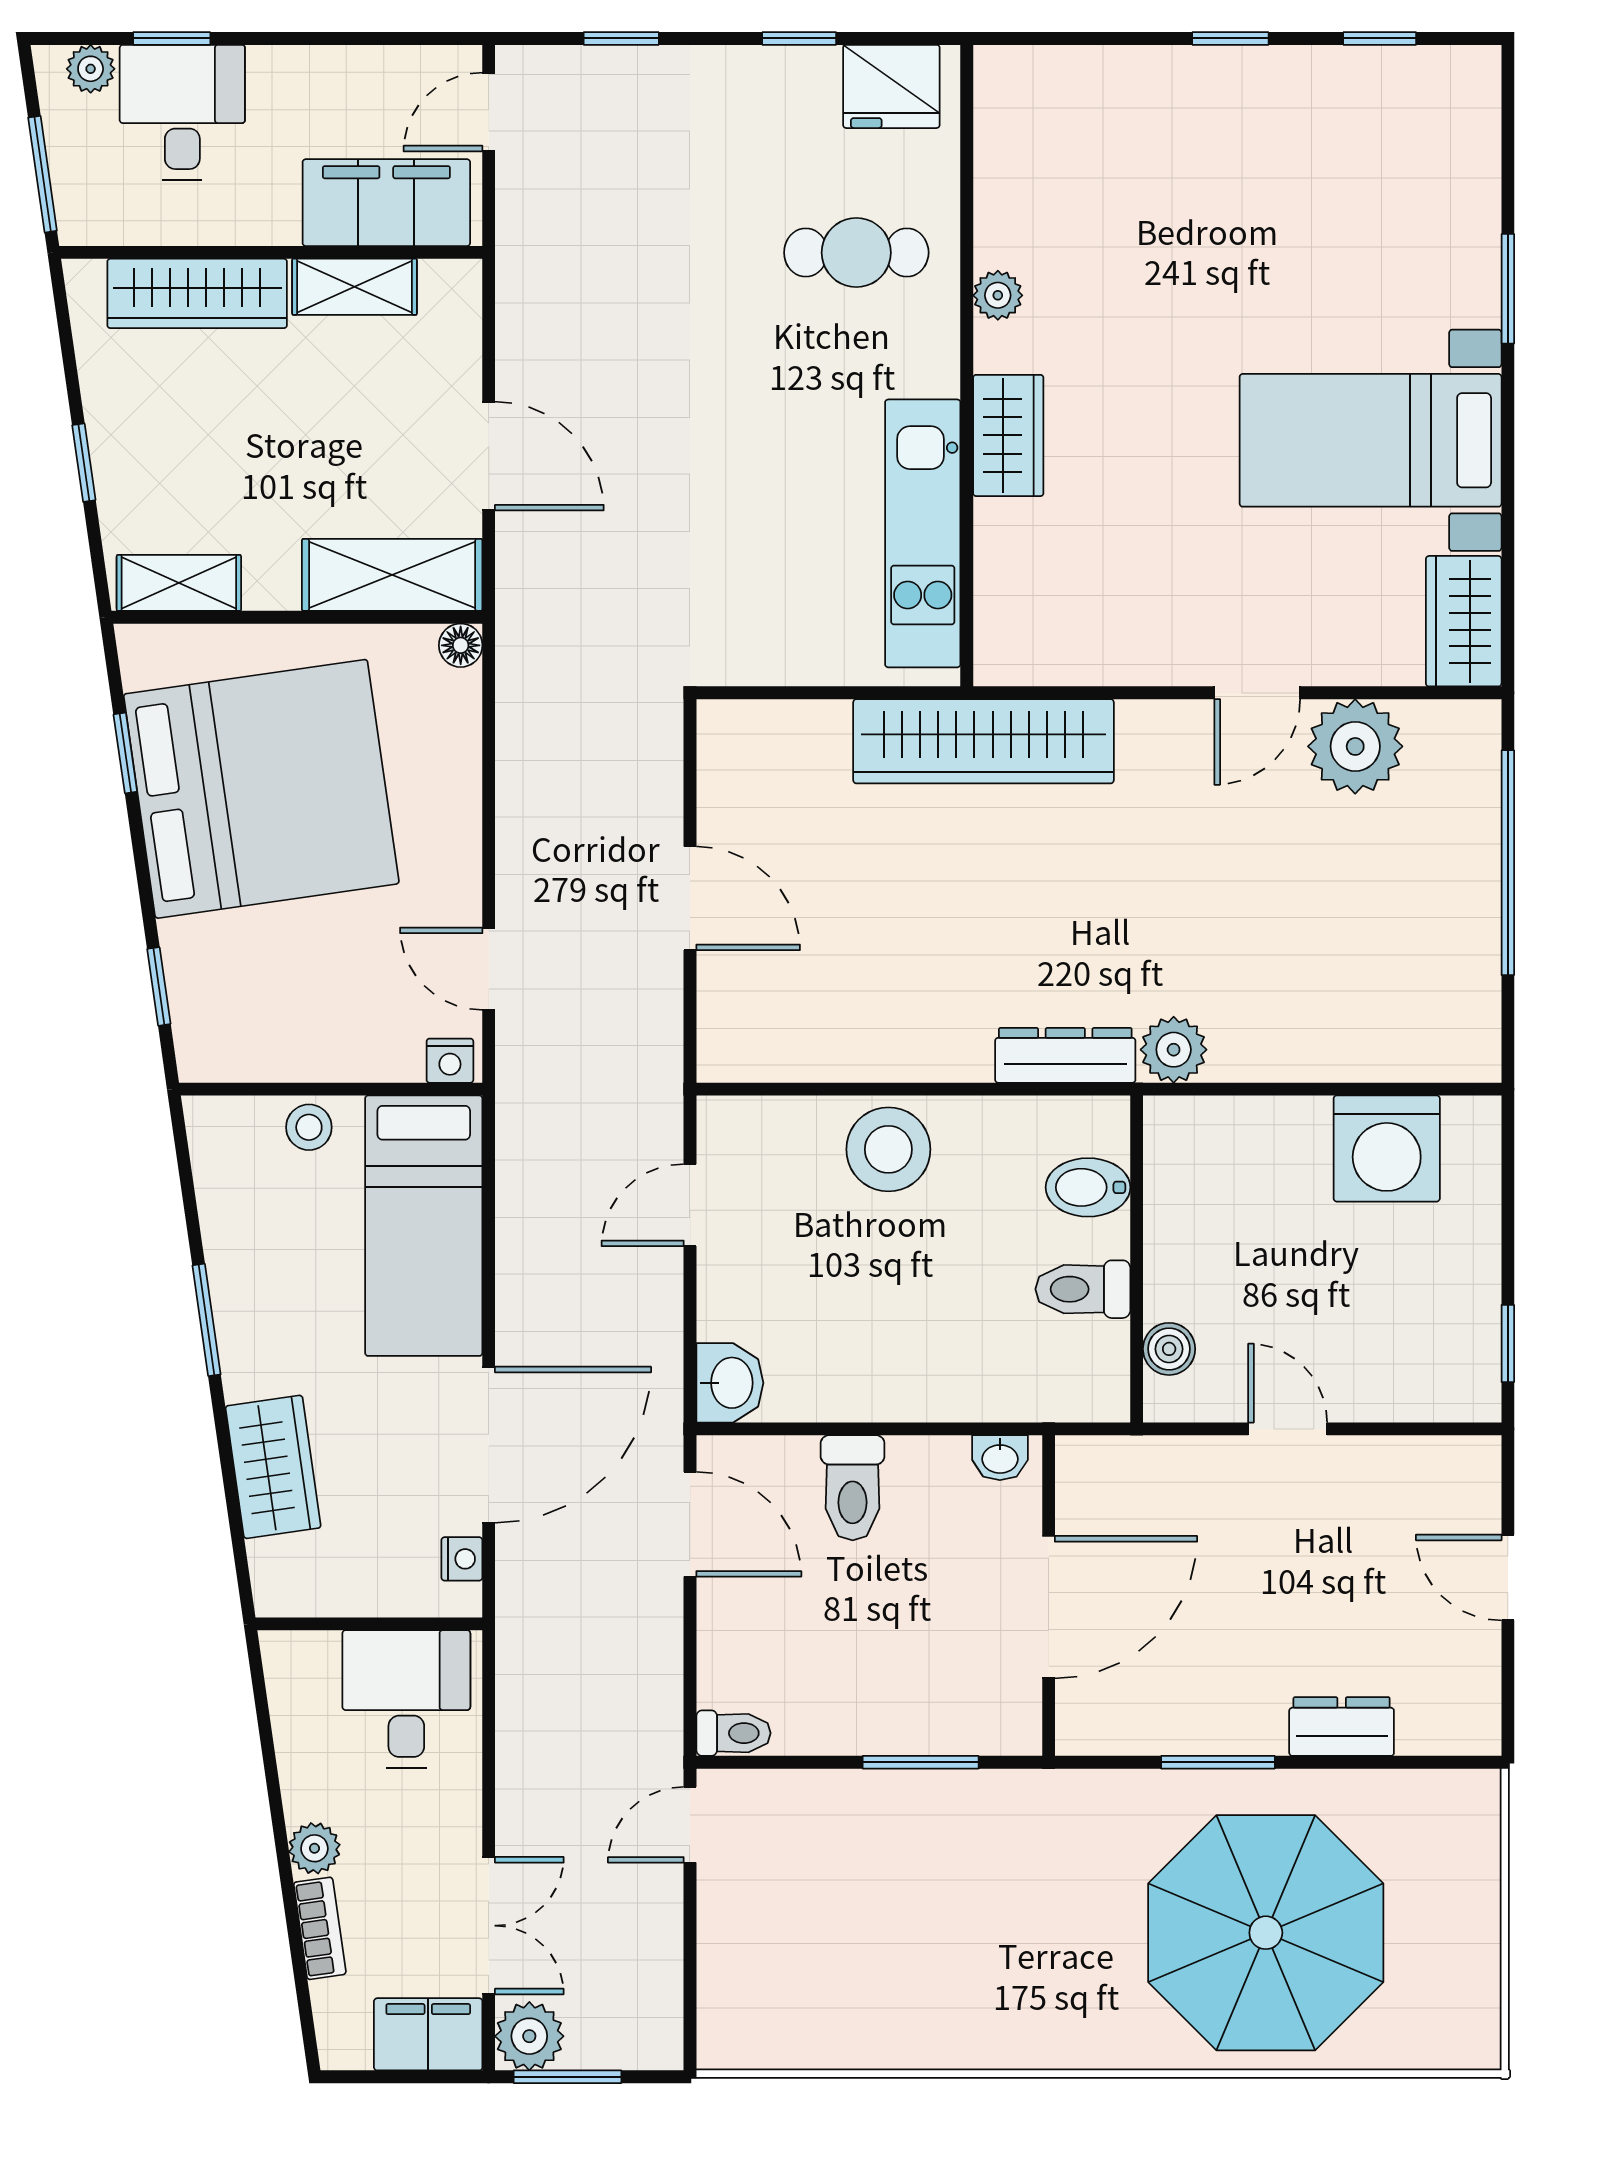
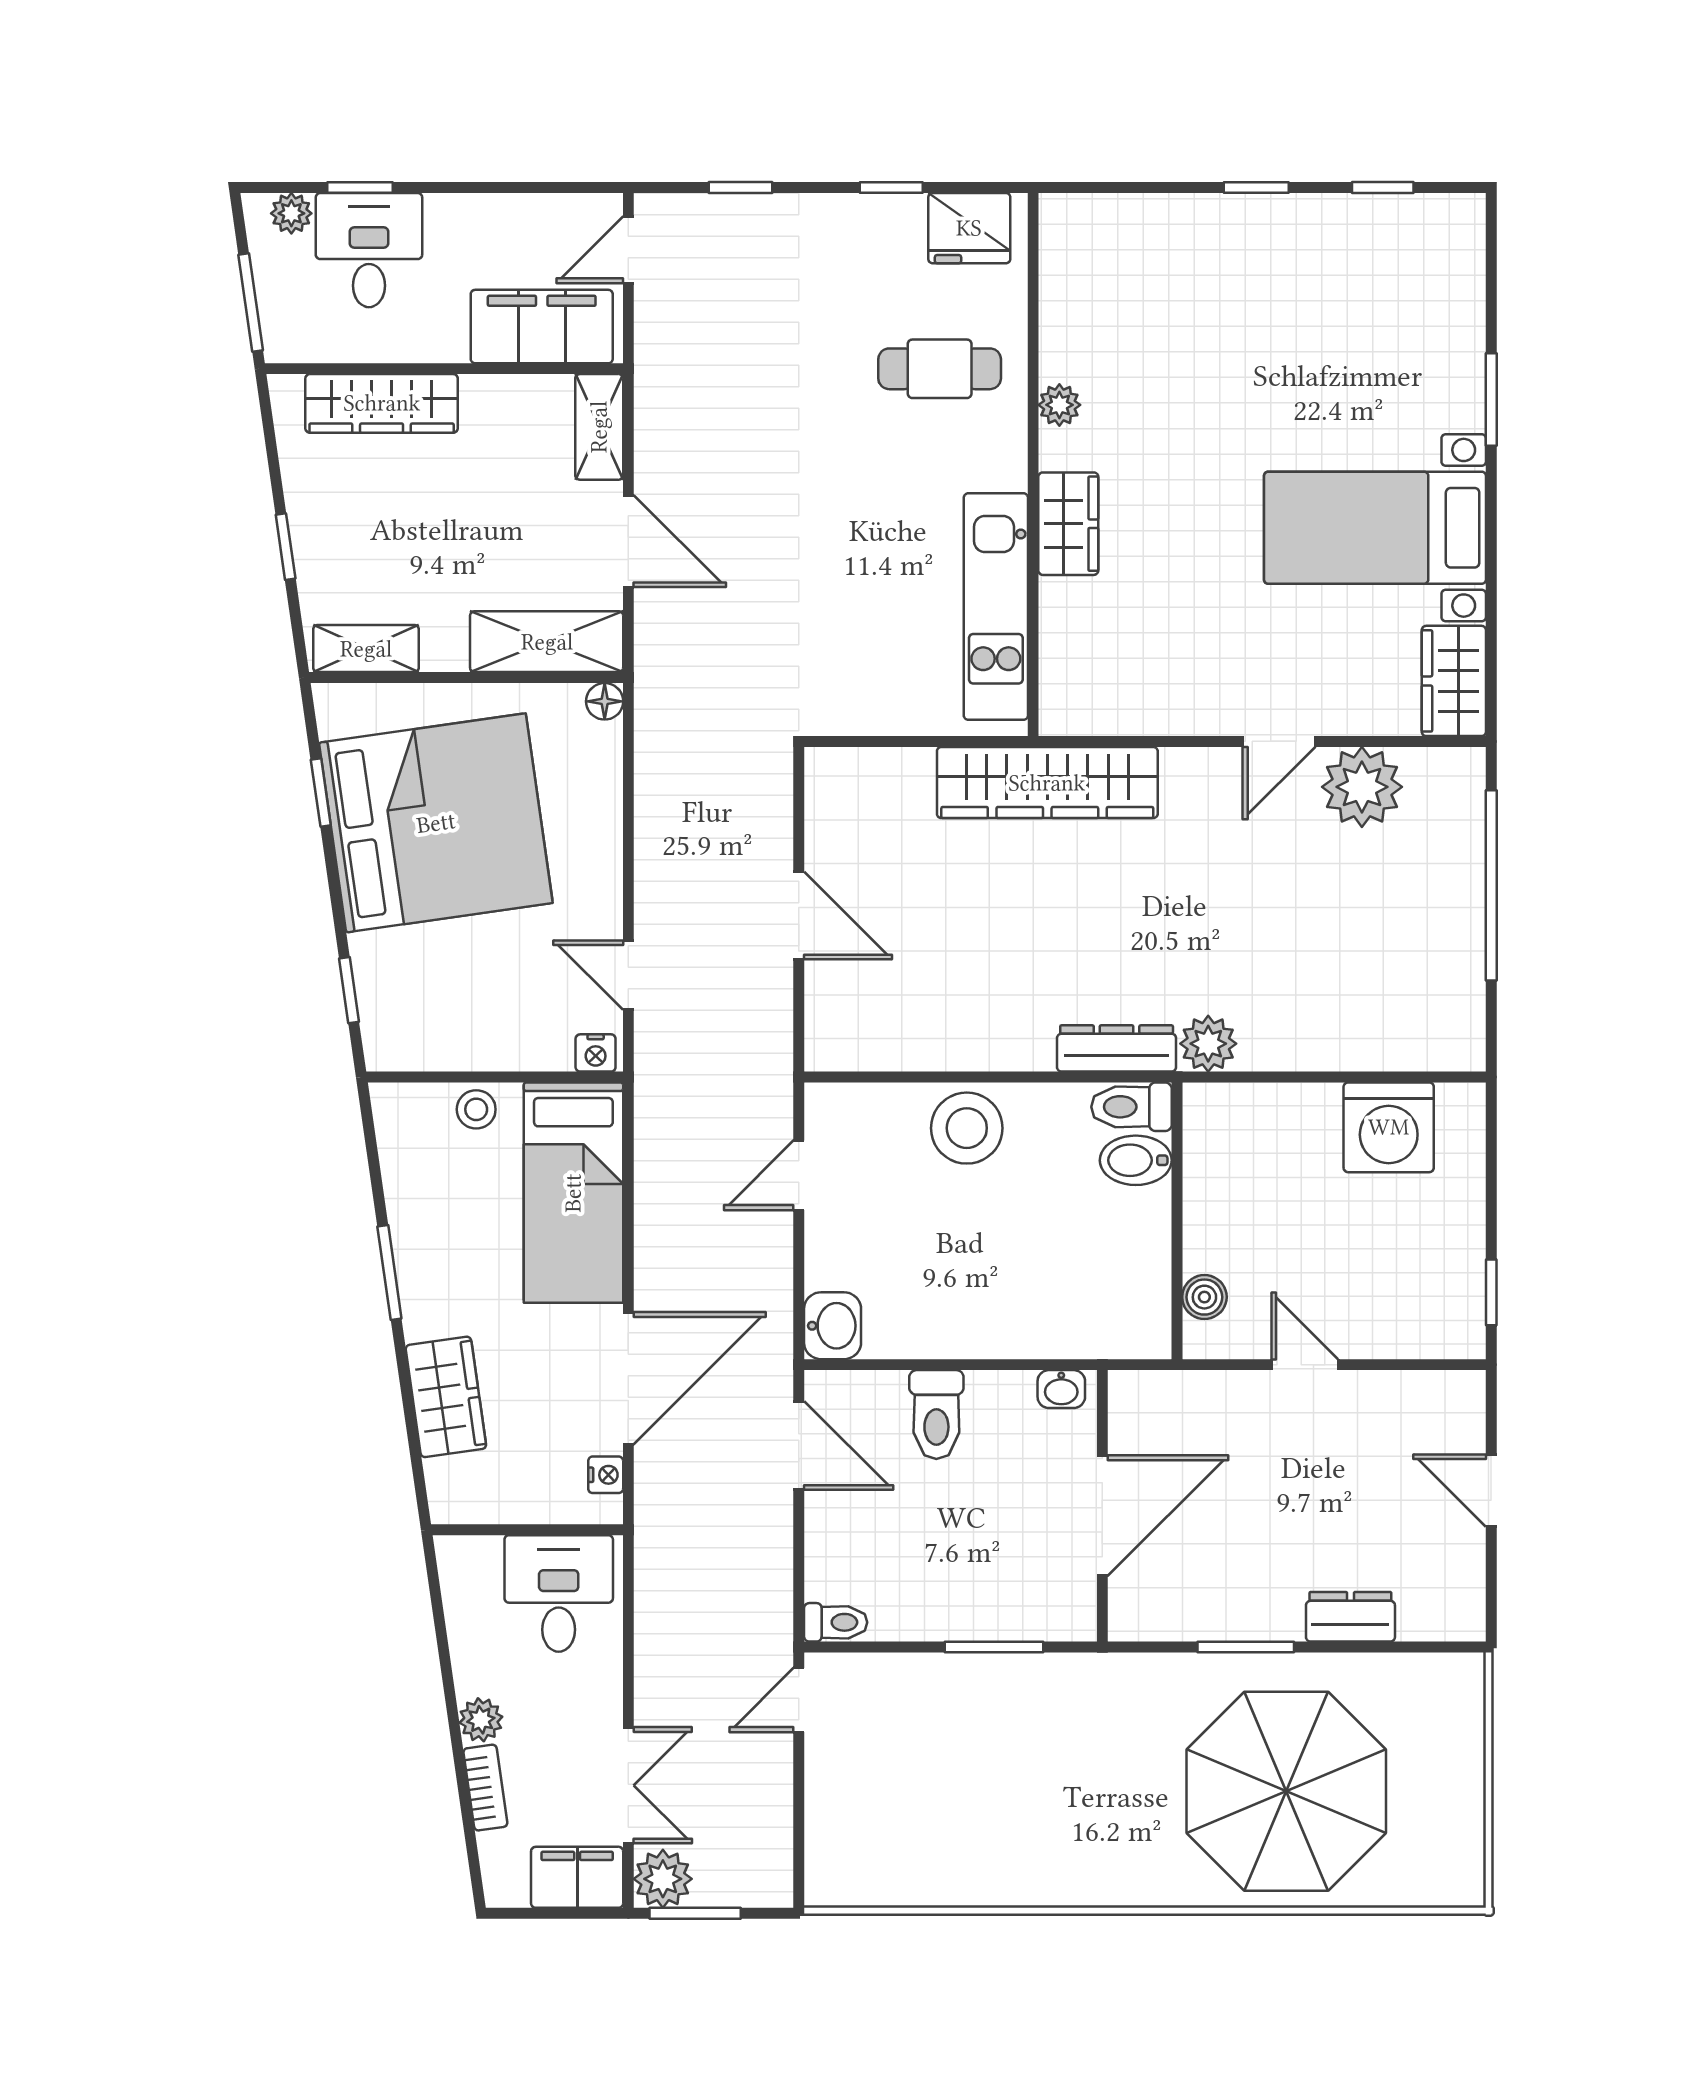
shelving: (355, 287) -> (599, 427), moved, turned 90
toilet: (1083, 1289) -> (1131, 1107), moved

